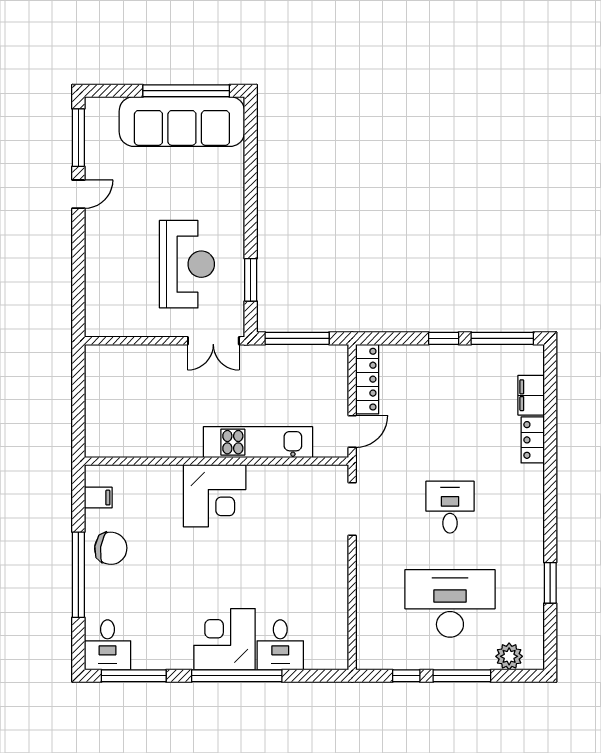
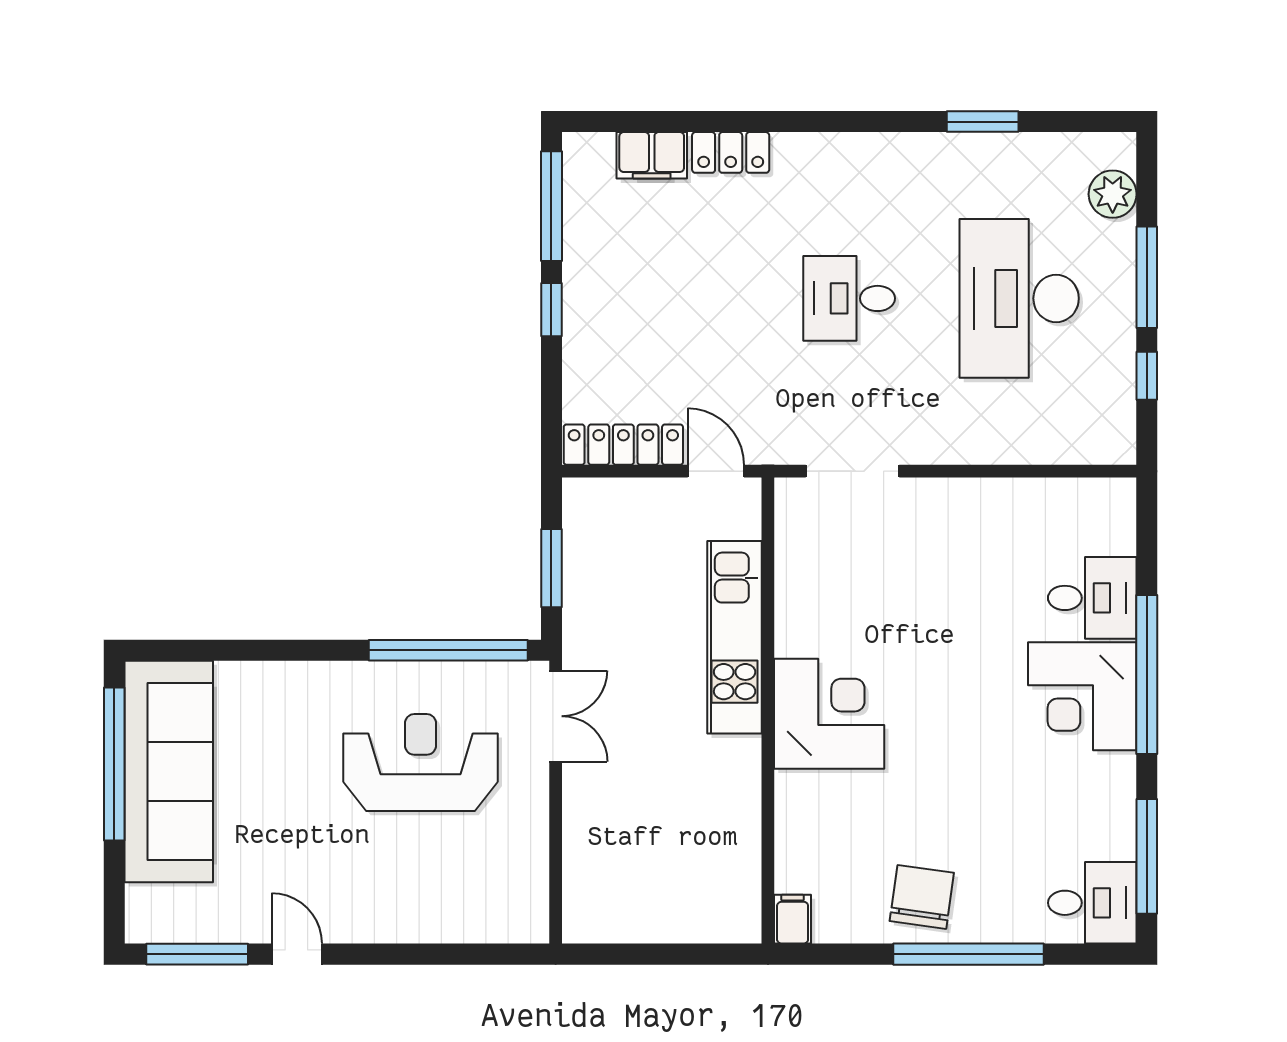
window: (251, 280) -> (448, 650), width x2.11
window: (297, 338) -> (551, 568), width x0.69
filing cabinet: (98, 498) -> (793, 919), moved

